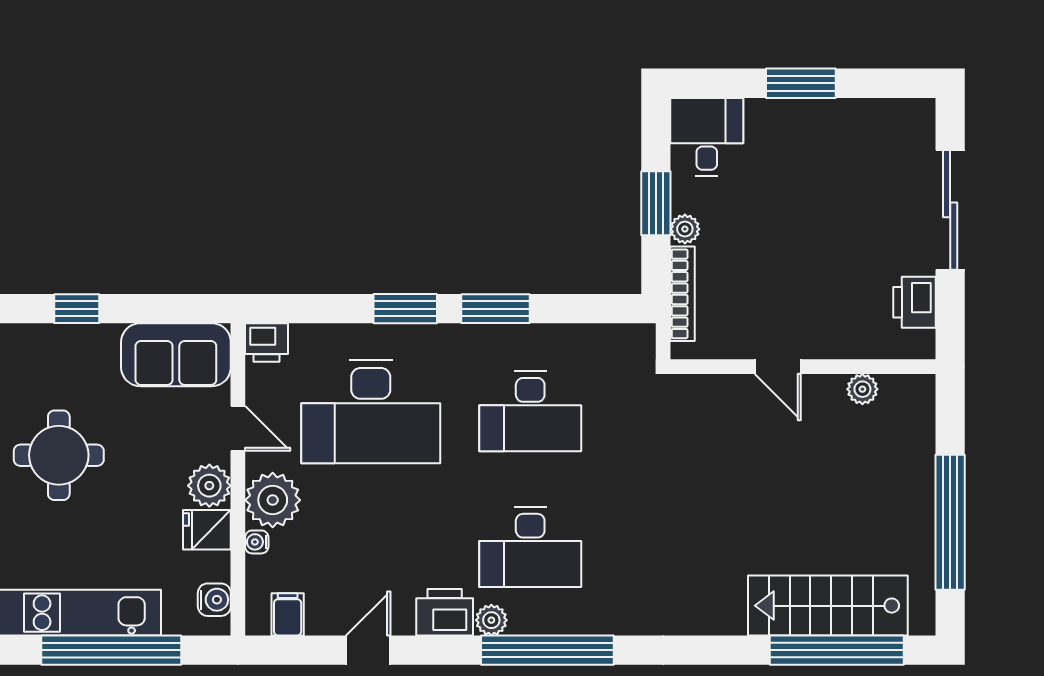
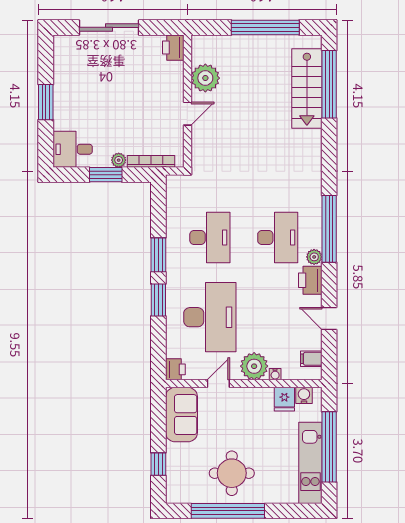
printer: (915, 302) -> (173, 48), moved, turned 90
plant: (862, 389) -> (205, 78), width x1.87, depth x1.87
plant: (209, 486) -> (247, 398), removed
fridge: (207, 530) -> (284, 399), moved

